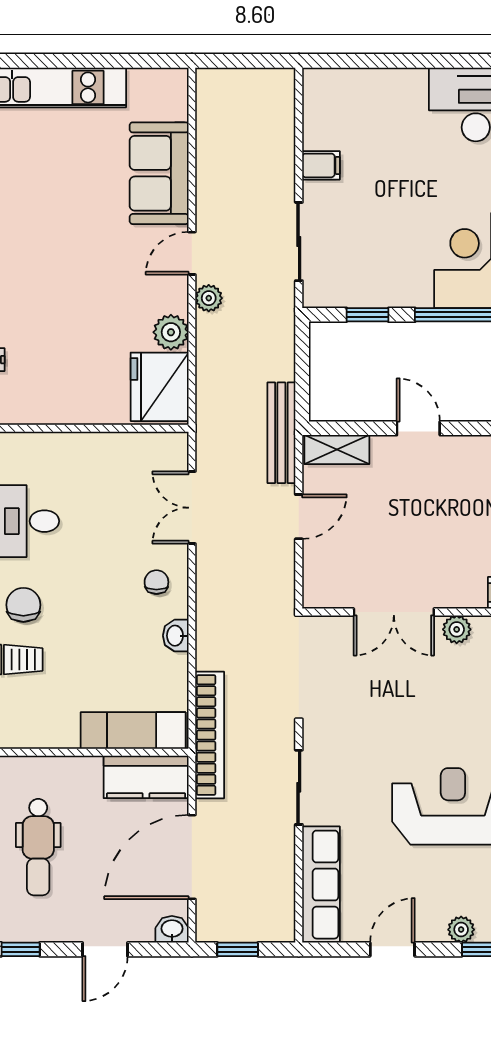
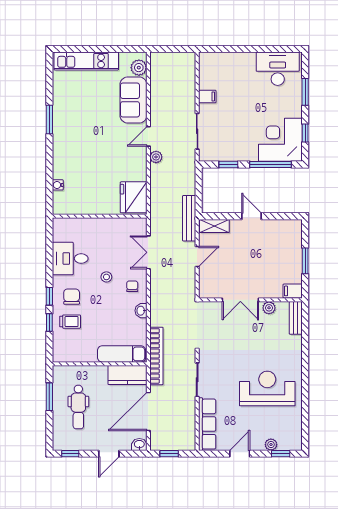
plant: (171, 332) -> (139, 68), moved
stool: (100, 562) -> (106, 277), added

